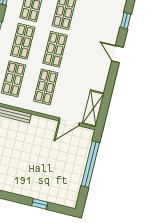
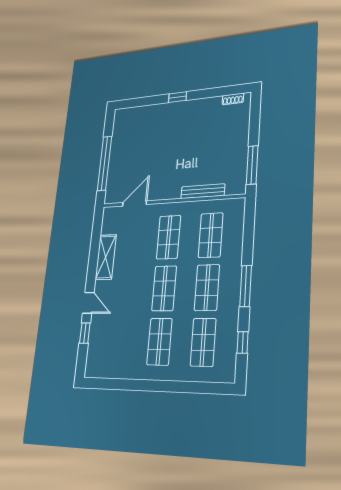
window: (126, 21) -> (85, 333), moved
shelving: (93, 108) -> (106, 257), moved
window: (40, 204) -> (178, 97), moved

